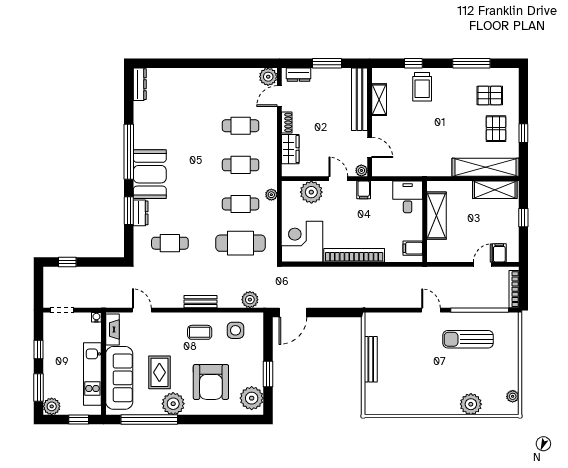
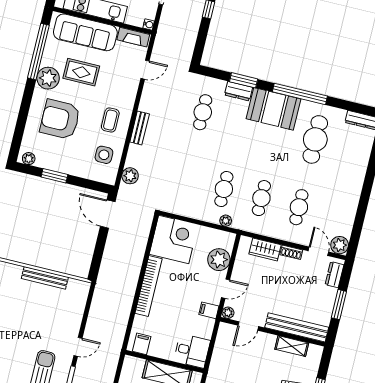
cafe table: (241, 243) -> (315, 139), moved
plant: (252, 398) -> (29, 159), width x0.53, depth x0.53

